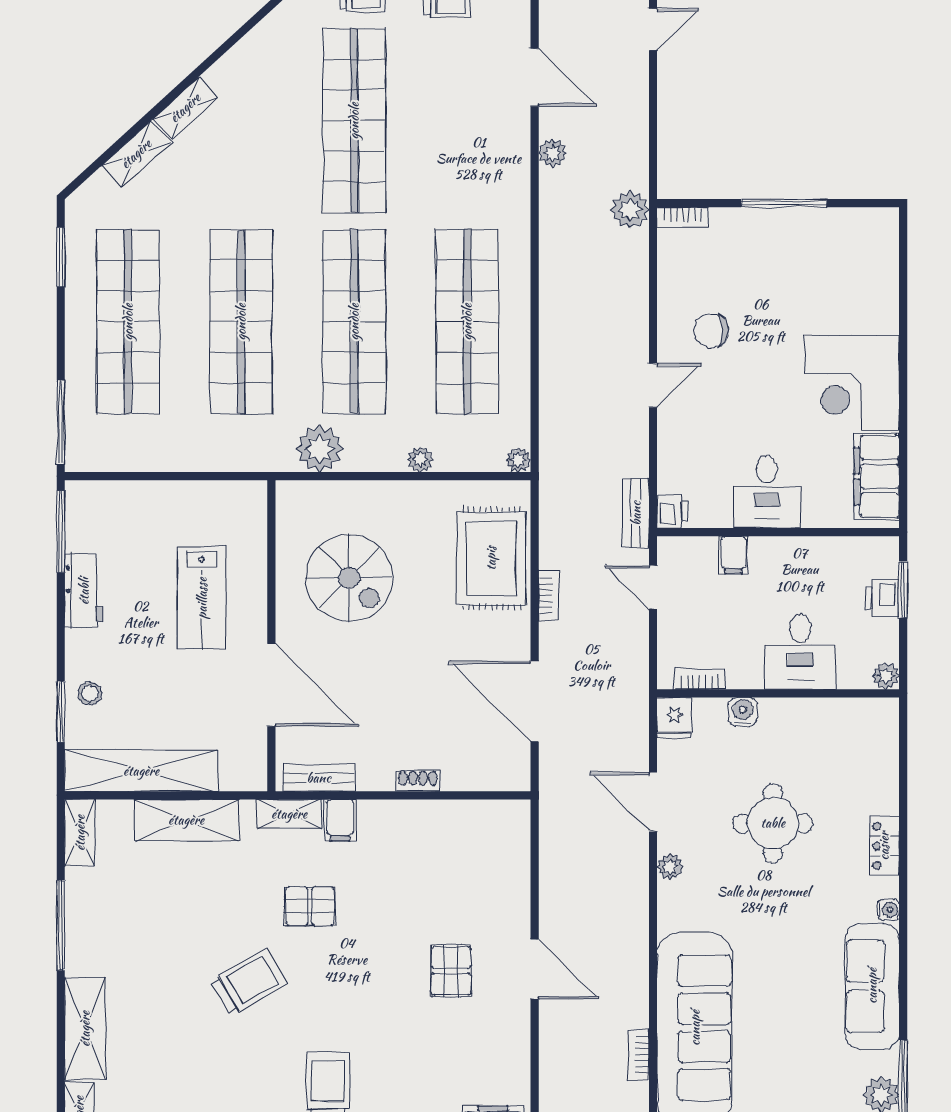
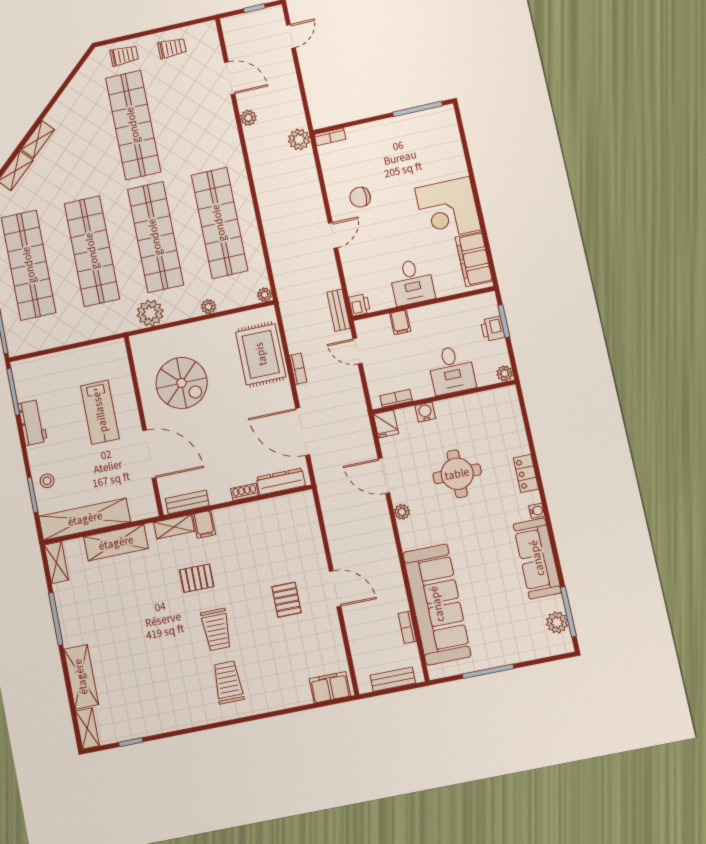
window: (784, 203) -> (417, 109), moved
dresser: (482, 776) -> (281, 481), added
trolley: (249, 982) -> (216, 630), moved, turned 120

